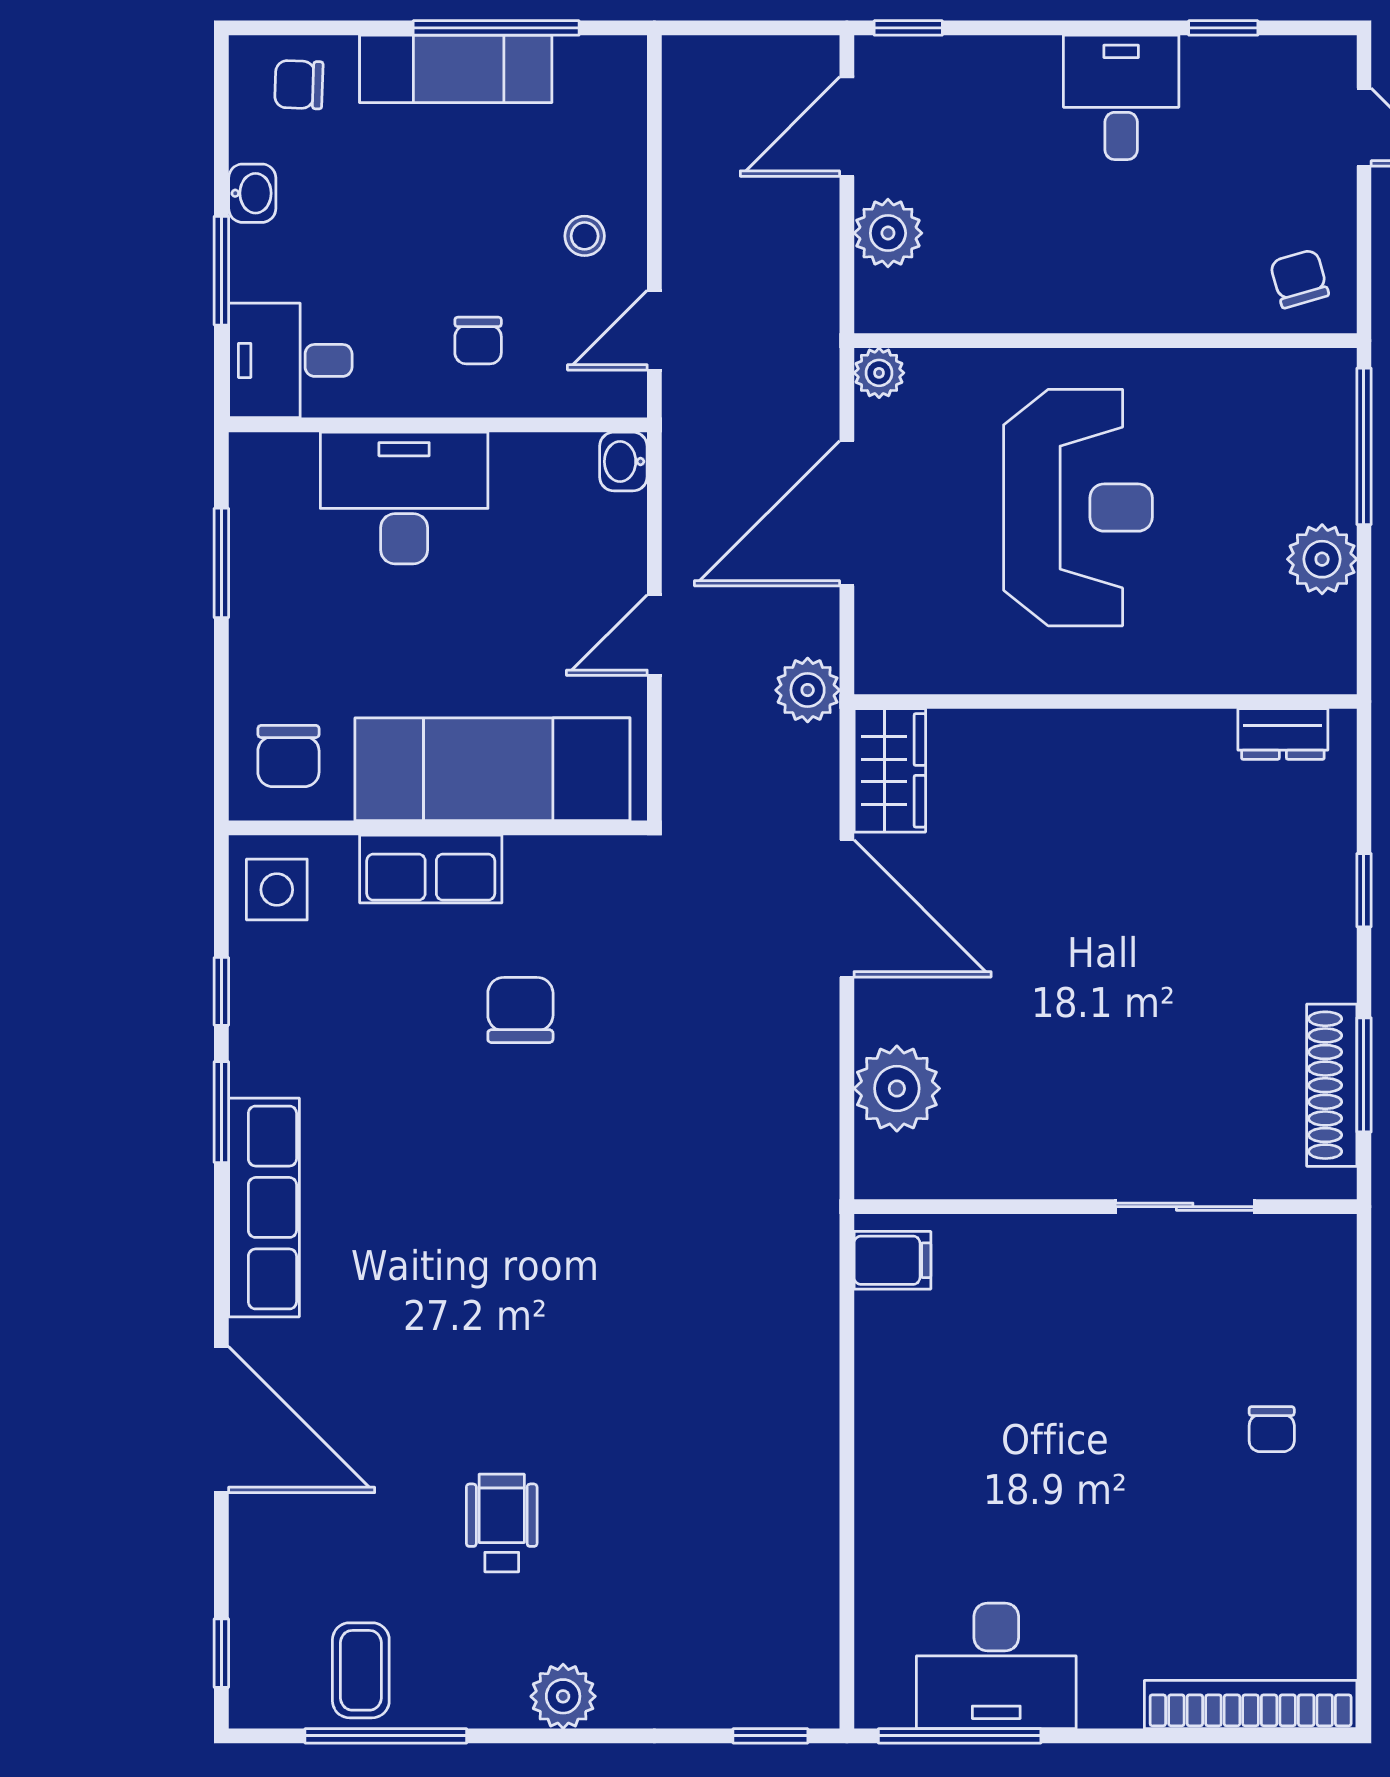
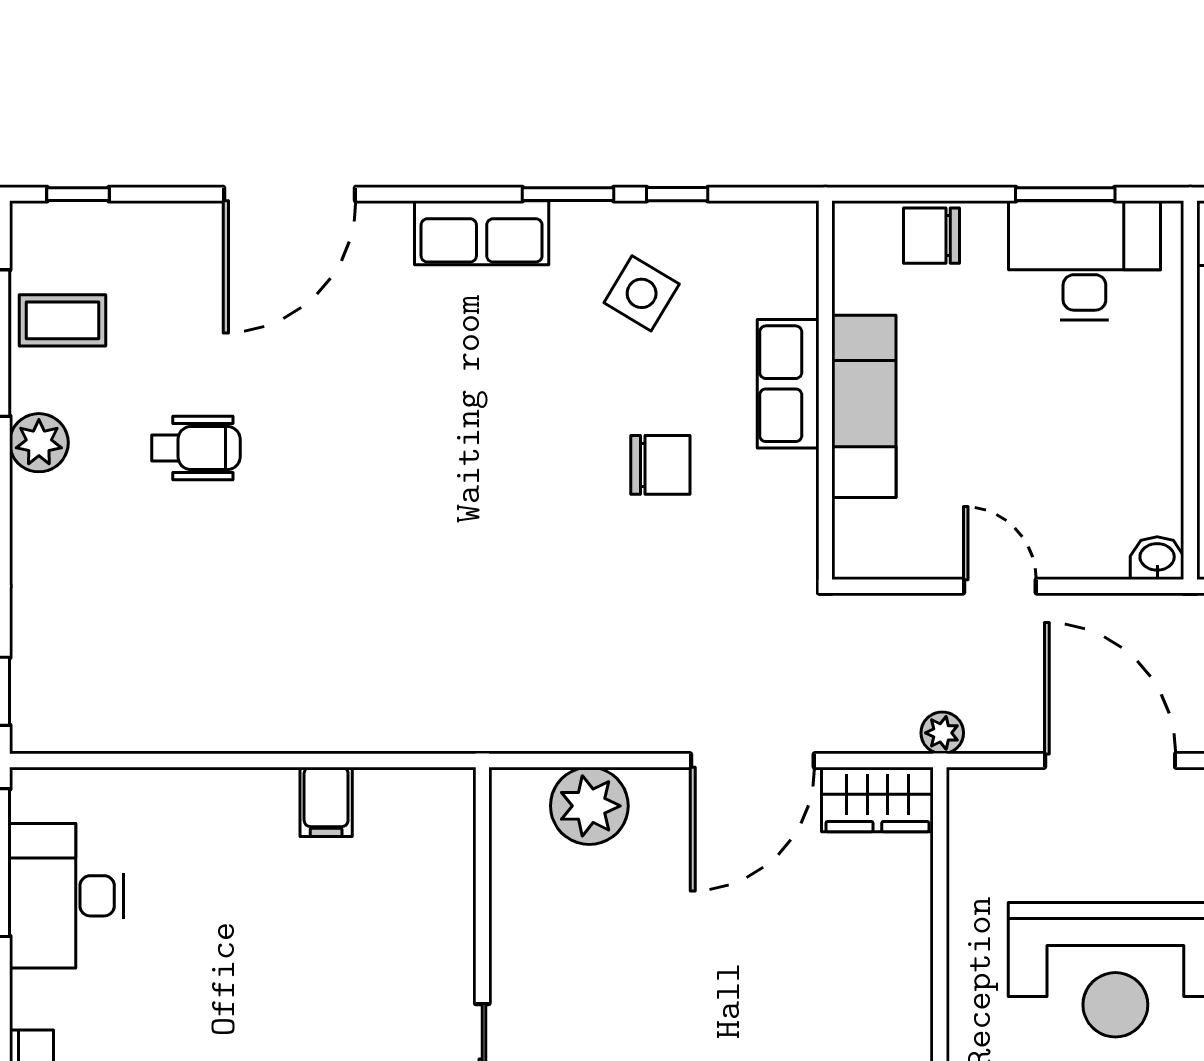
desk: (404, 498) -> (1084, 260), moved, turned -90
plant: (808, 690) -> (942, 733), width x0.73, depth x0.73
chair: (288, 756) -> (932, 236), moved
exam couch: (492, 769) -> (864, 406), width x0.73, depth x0.69
side table: (277, 890) -> (642, 293), moved, turned 31
row of seats: (264, 1207) -> (482, 233), width x0.68
filing cabinet: (892, 1260) -> (326, 802), moved
plant: (563, 1696) -> (39, 443), moved

